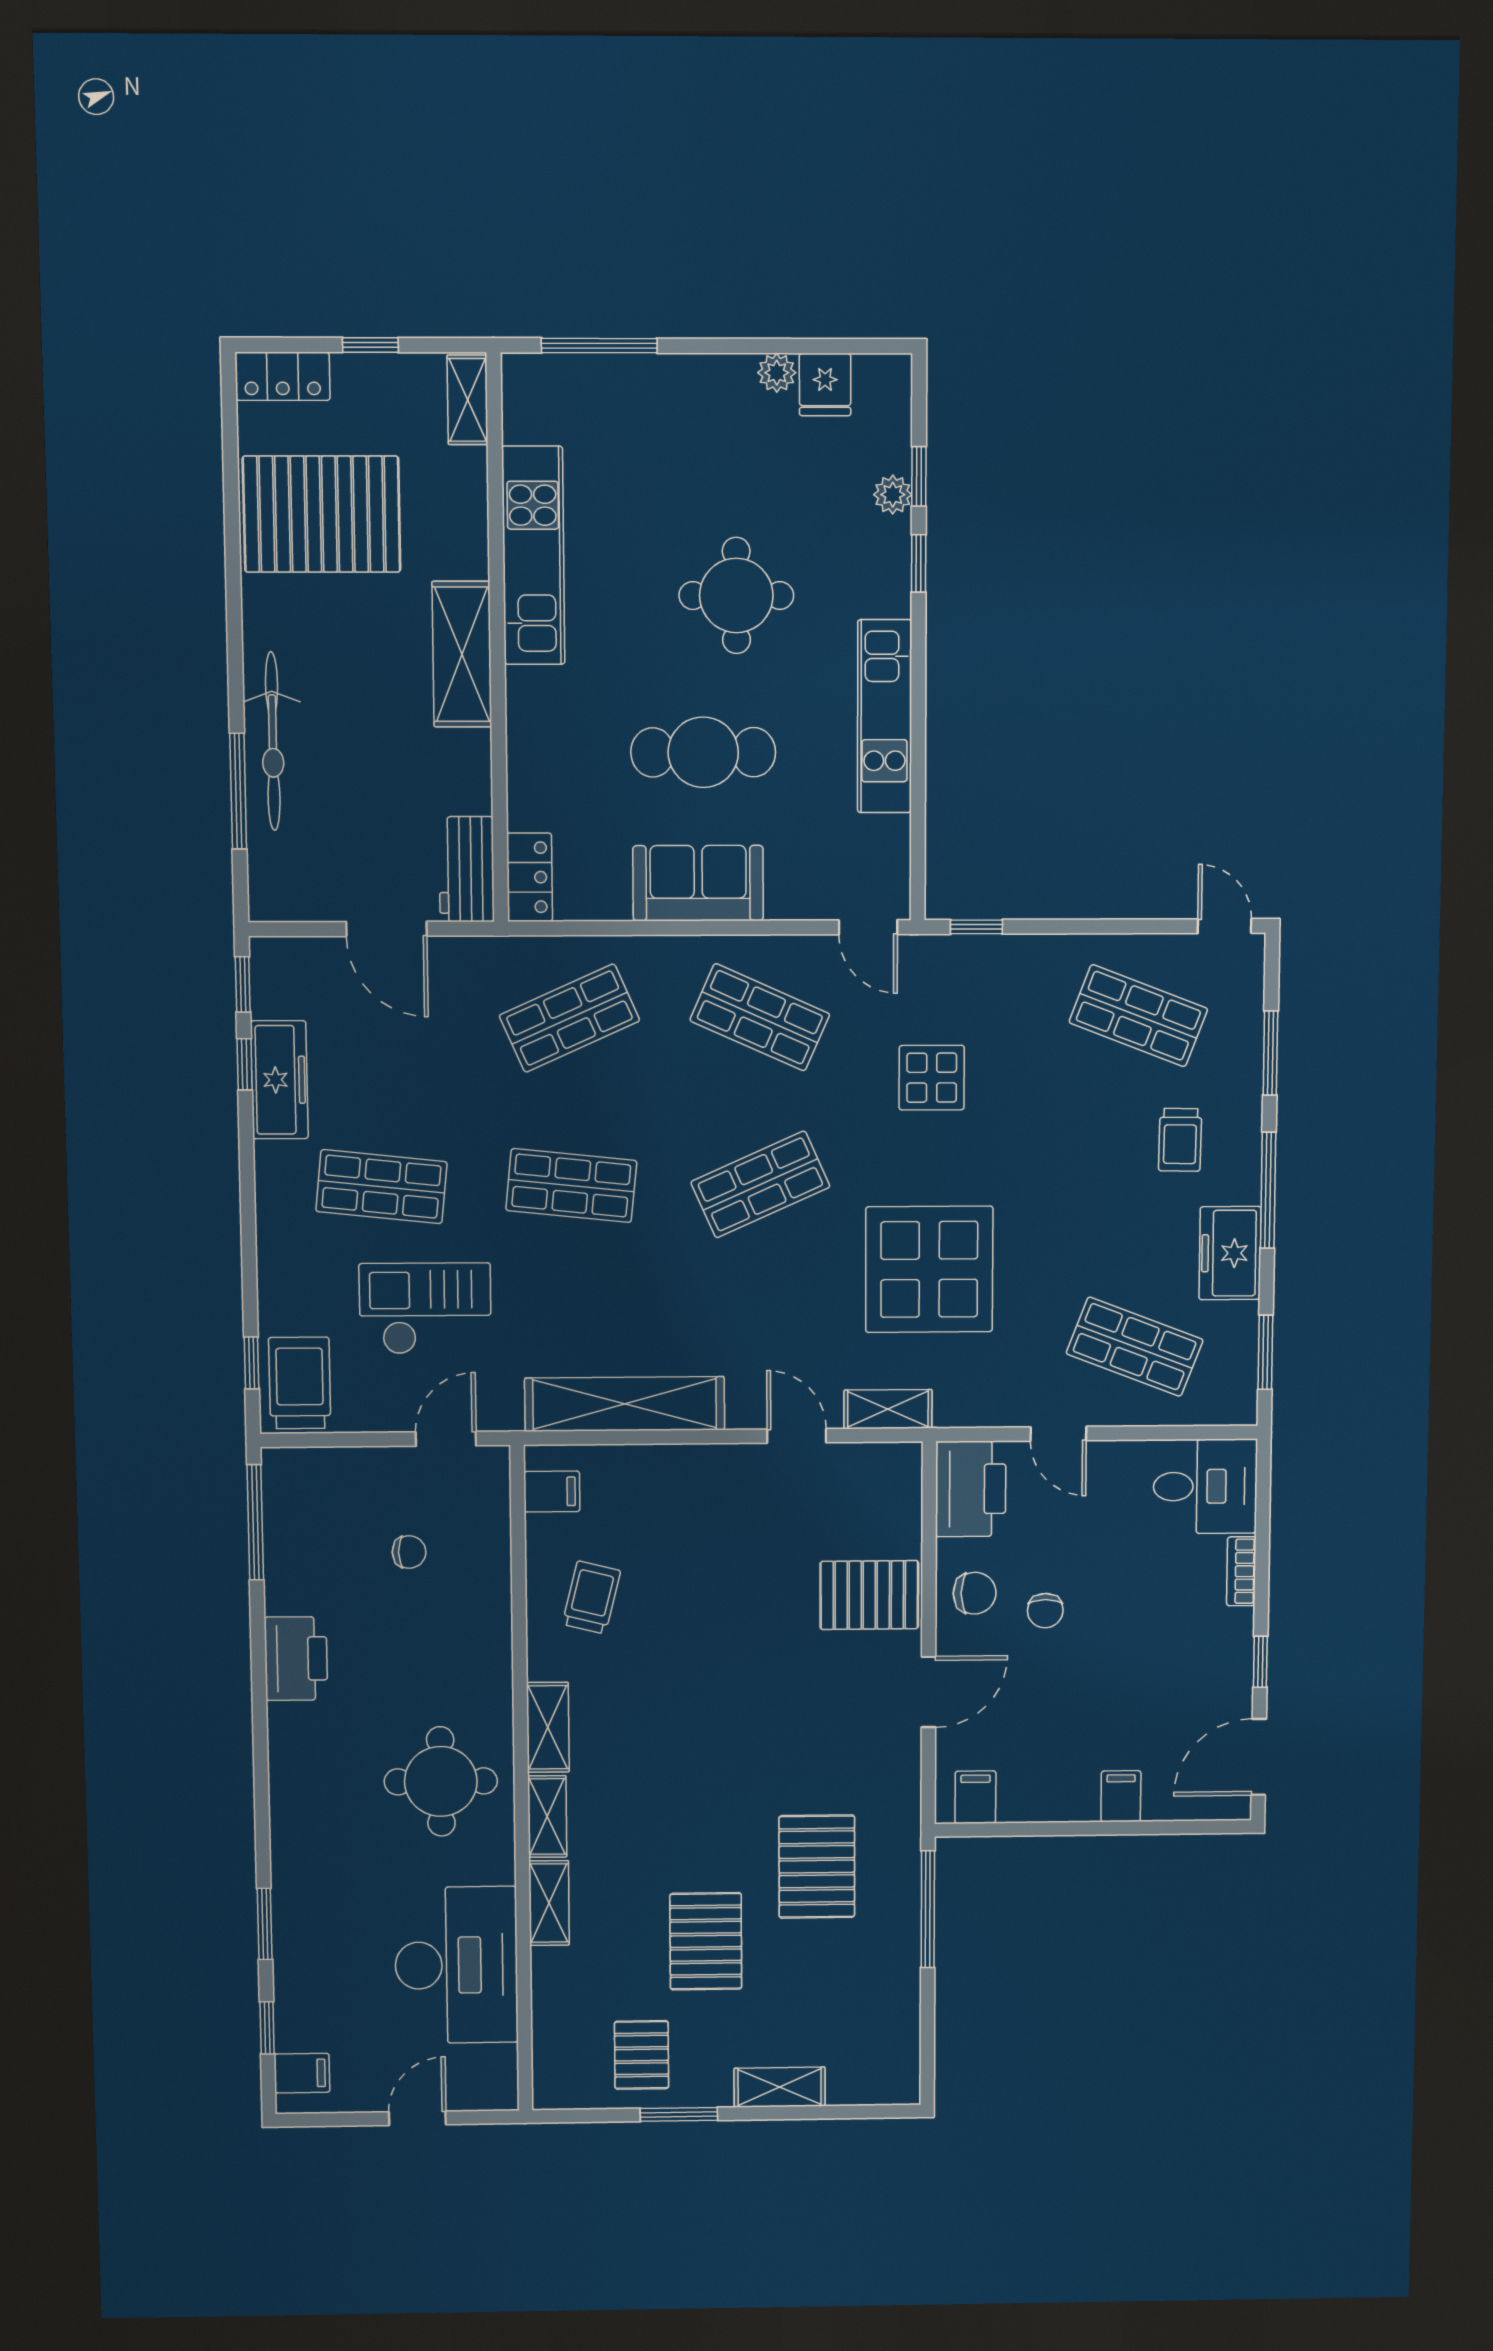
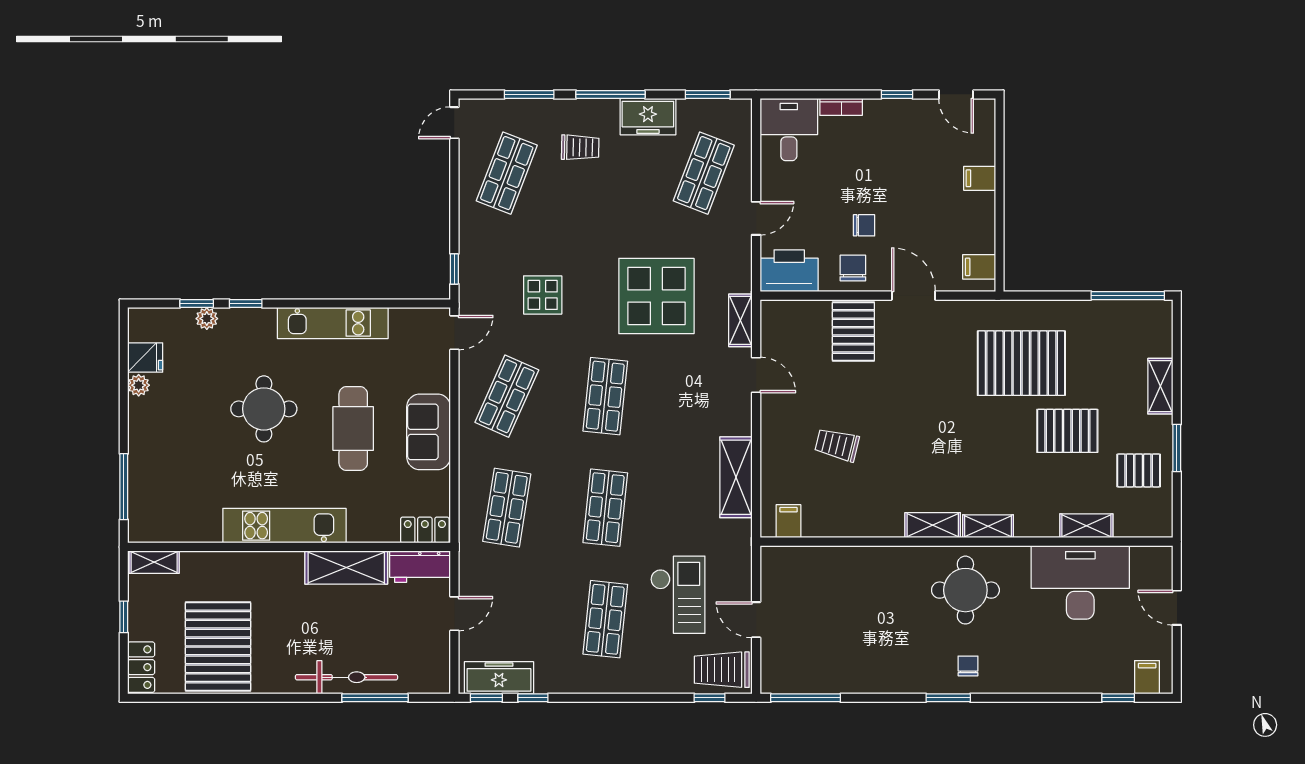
kitchen unit: (533, 556) -> (284, 526), moved
shelving: (462, 654) -> (346, 567), moved
door: (386, 929) -> (454, 614), width x0.73
shop shelf: (569, 1018) -> (507, 508), turned 33
freezer: (279, 1080) -> (499, 678), moved
shop shelf: (760, 1184) -> (605, 396), turned 30
checkout: (425, 1309) -> (678, 595), turned 180
shelving: (625, 1404) -> (736, 477), width x0.68
door: (797, 1436) -> (756, 375), swing flipped
door: (446, 1439) -> (756, 620), moved
chair: (409, 1552) -> (968, 666), moved
trolley: (591, 1597) -> (837, 445), moved
printer: (296, 1659) -> (889, 675), removed
door: (1259, 1757) -> (956, 94), width x0.73
pallet: (817, 1867) -> (1021, 363), width x1.37, depth x1.41
shelving: (549, 1903) -> (1086, 526), moved
window: (928, 1909) -> (1128, 296), moved
window: (265, 1924) -> (948, 698), moved

